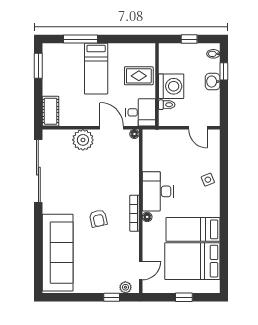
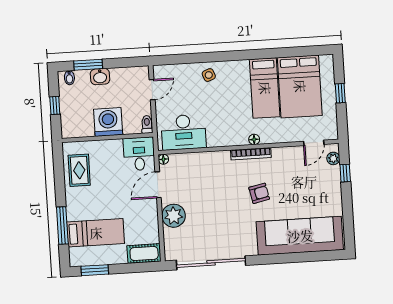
bed: (96, 69) -> (96, 233), moved
window: (224, 71) -> (88, 65), width x1.50
rug: (139, 76) -> (79, 170), moved
toilet: (167, 105) -> (147, 124), moved
desk: (158, 191) -> (184, 132), moved
door: (141, 270) -> (314, 143), swing flipped

